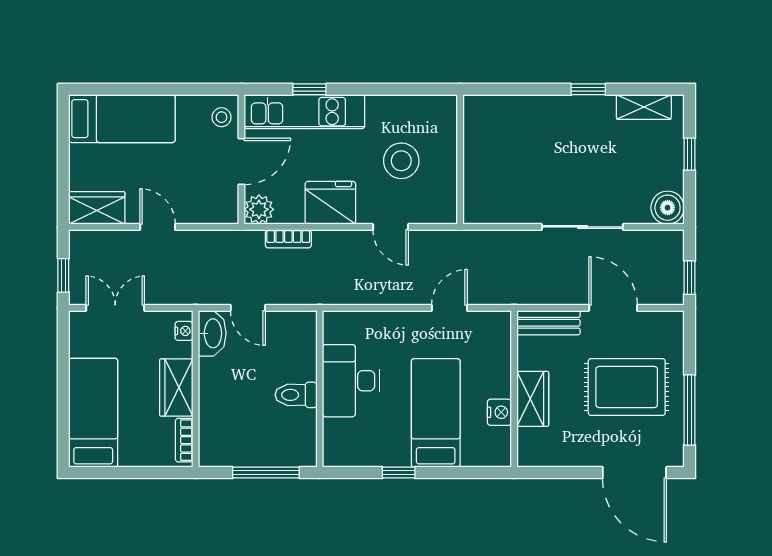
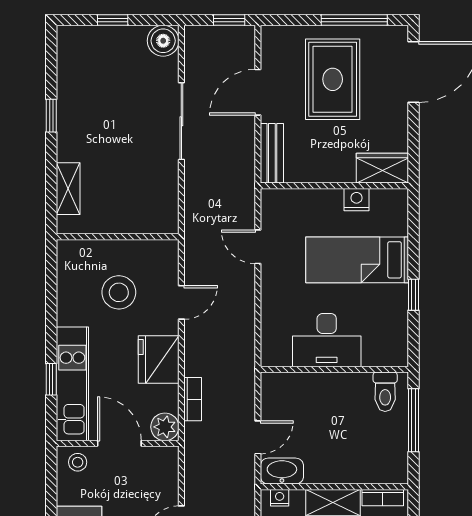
shelving: (644, 107) -> (68, 189), moved
toilet: (296, 395) -> (385, 392), moved
wardrobe: (533, 399) -> (382, 168), moved

